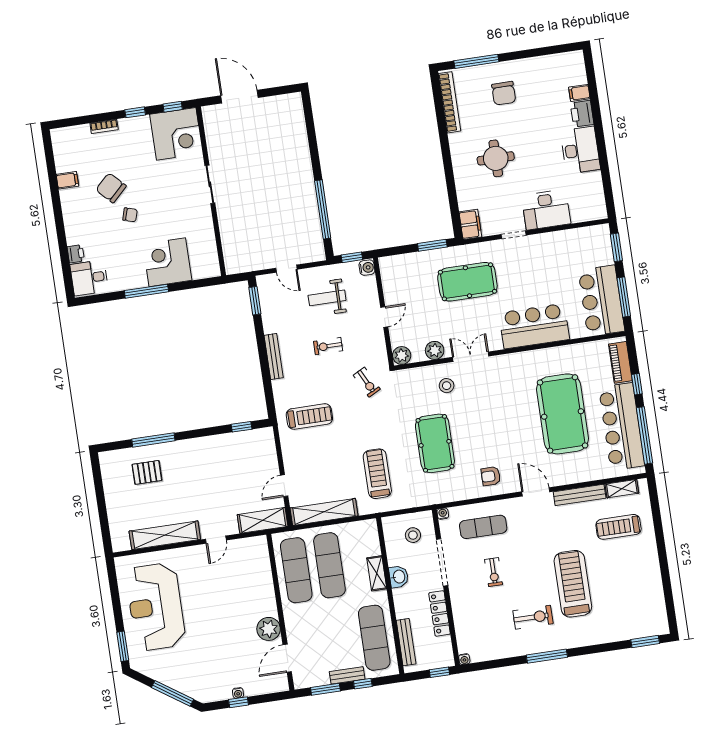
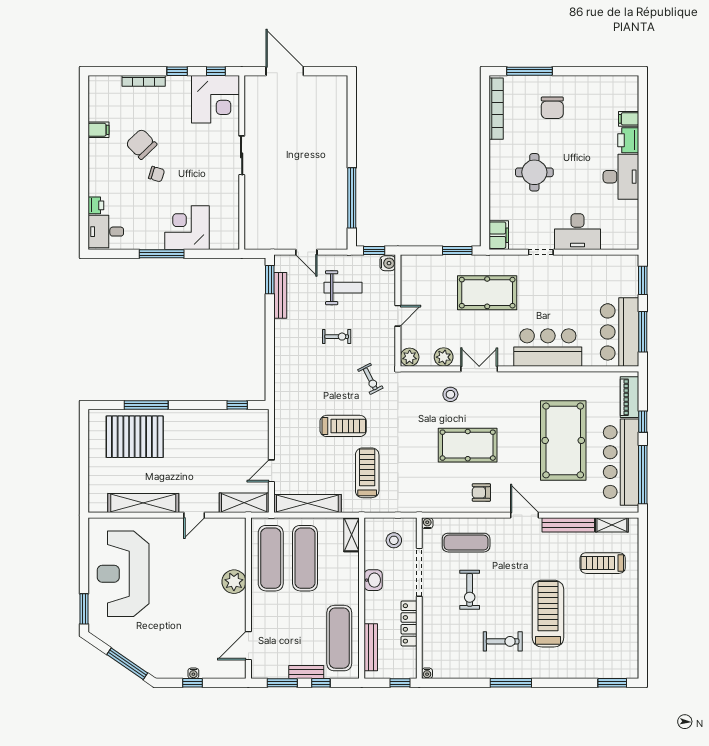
bookcase: (104, 126) -> (144, 81), width x1.56
weight bench: (327, 298) -> (343, 288), turned 180
exercise bike: (328, 346) -> (337, 337), turned 180
bench: (274, 356) -> (280, 295), moved
treadmill: (309, 416) -> (343, 426), moved
pool table: (435, 443) -> (468, 445), moved, turned 90
pallet: (147, 472) -> (135, 437), width x2.05, depth x2.00
exercise bike: (494, 572) -> (470, 590), width x1.38, depth x1.39
shelving: (377, 573) -> (352, 535), moved
plant: (269, 629) -> (234, 582), moved

